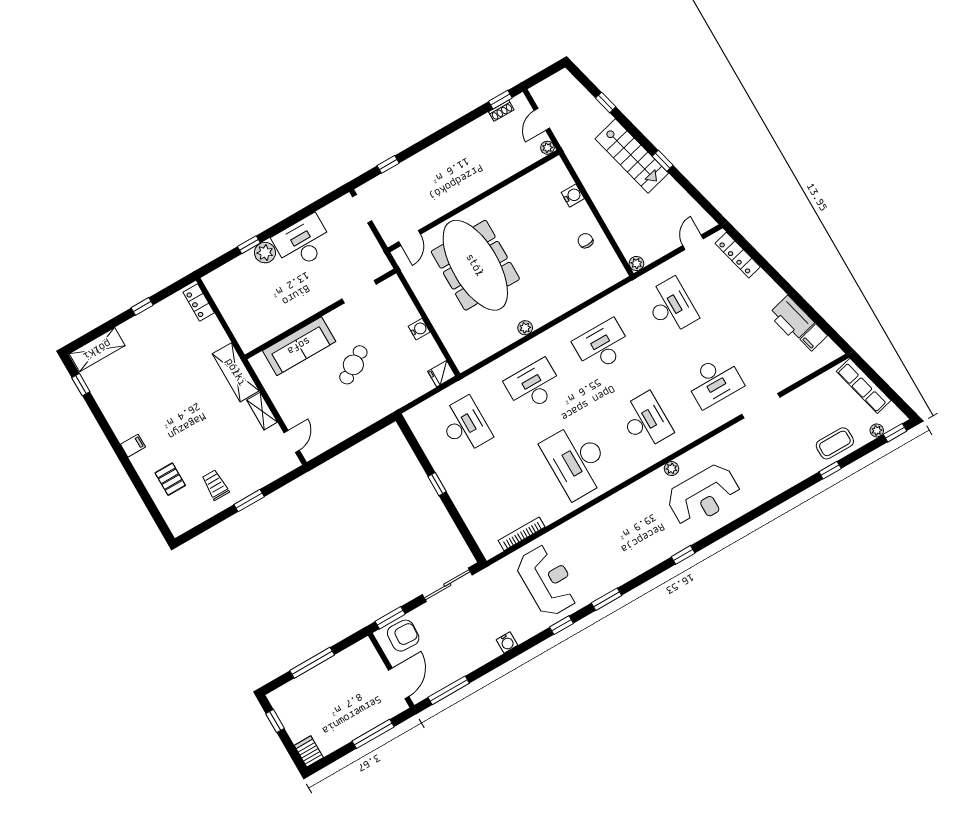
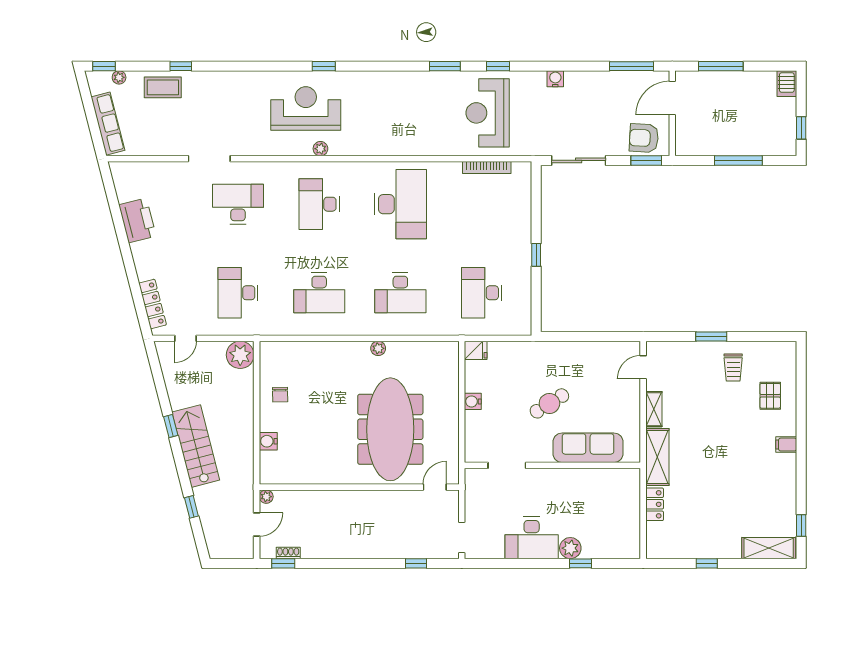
plant: (636, 263) -> (240, 355), width x1.87, depth x1.87
locker: (199, 303) -> (655, 504), moved
filing cabinet: (814, 337) -> (127, 192), removed
window: (683, 555) -> (324, 66), moved

